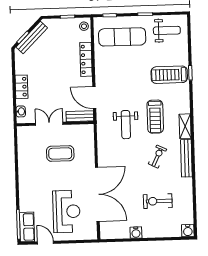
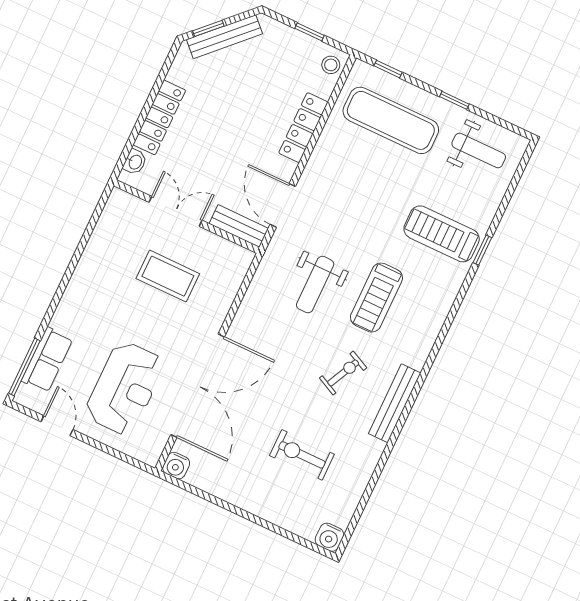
locker: (21, 87) -> (159, 117), width x1.53
shelving: (185, 126) -> (422, 343), removed
row of seats: (27, 227) -> (47, 360), moved
water cooler: (136, 233) -> (176, 466), moved

